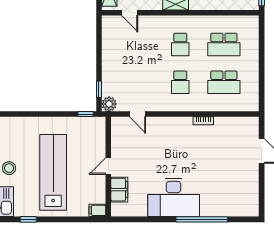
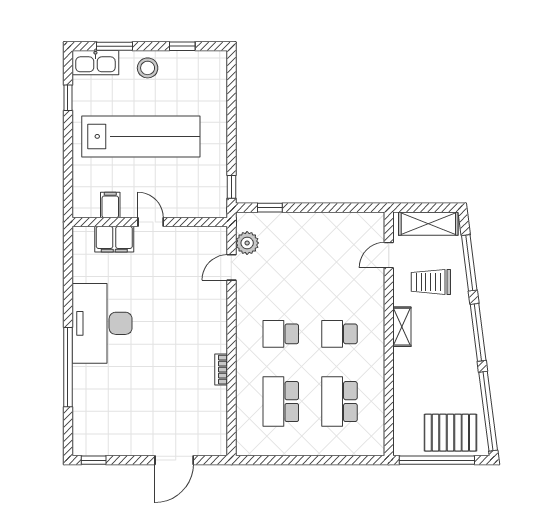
plant: (109, 104) -> (247, 243), moved
window: (262, 203) -> (94, 460), added
filing cabinet: (97, 210) -> (110, 205), moved

